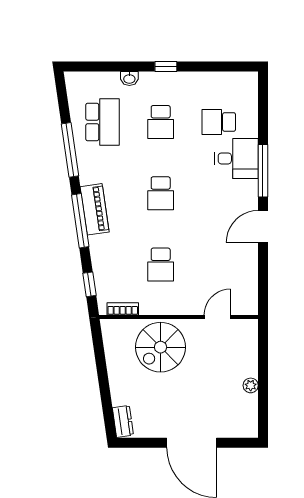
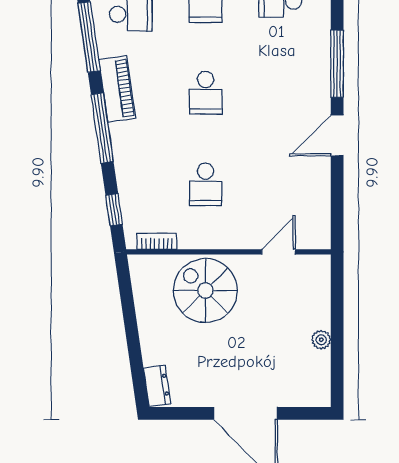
desk: (236, 158) -> (303, 48), removed
piano: (95, 209) -> (117, 89), moved
spiral stairs: (161, 347) -> (205, 291), turned 90

